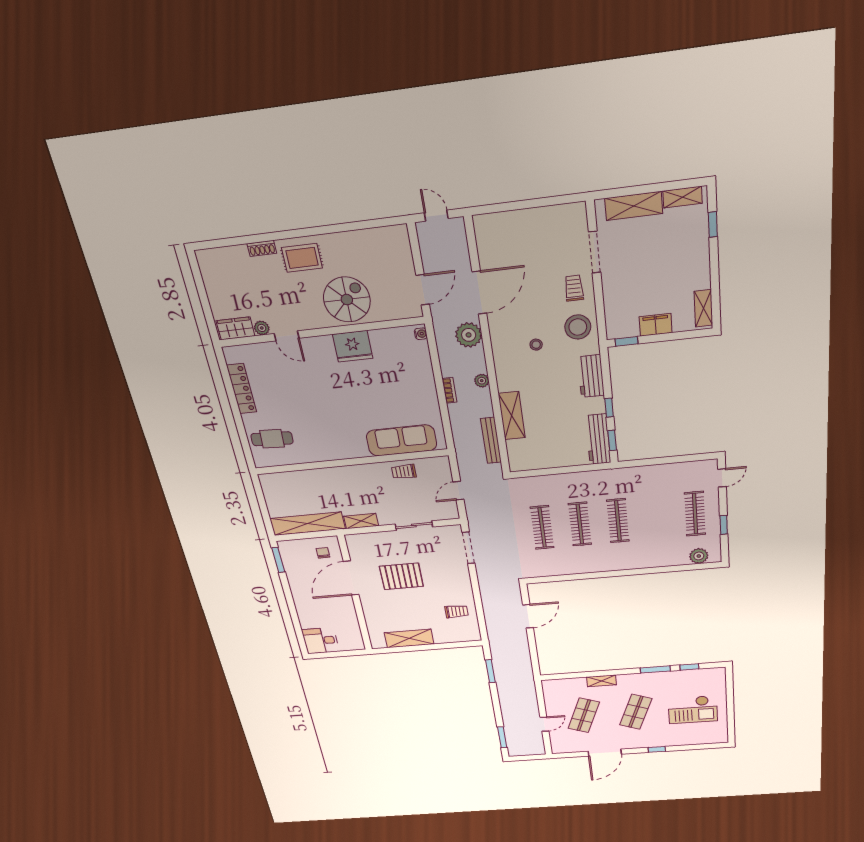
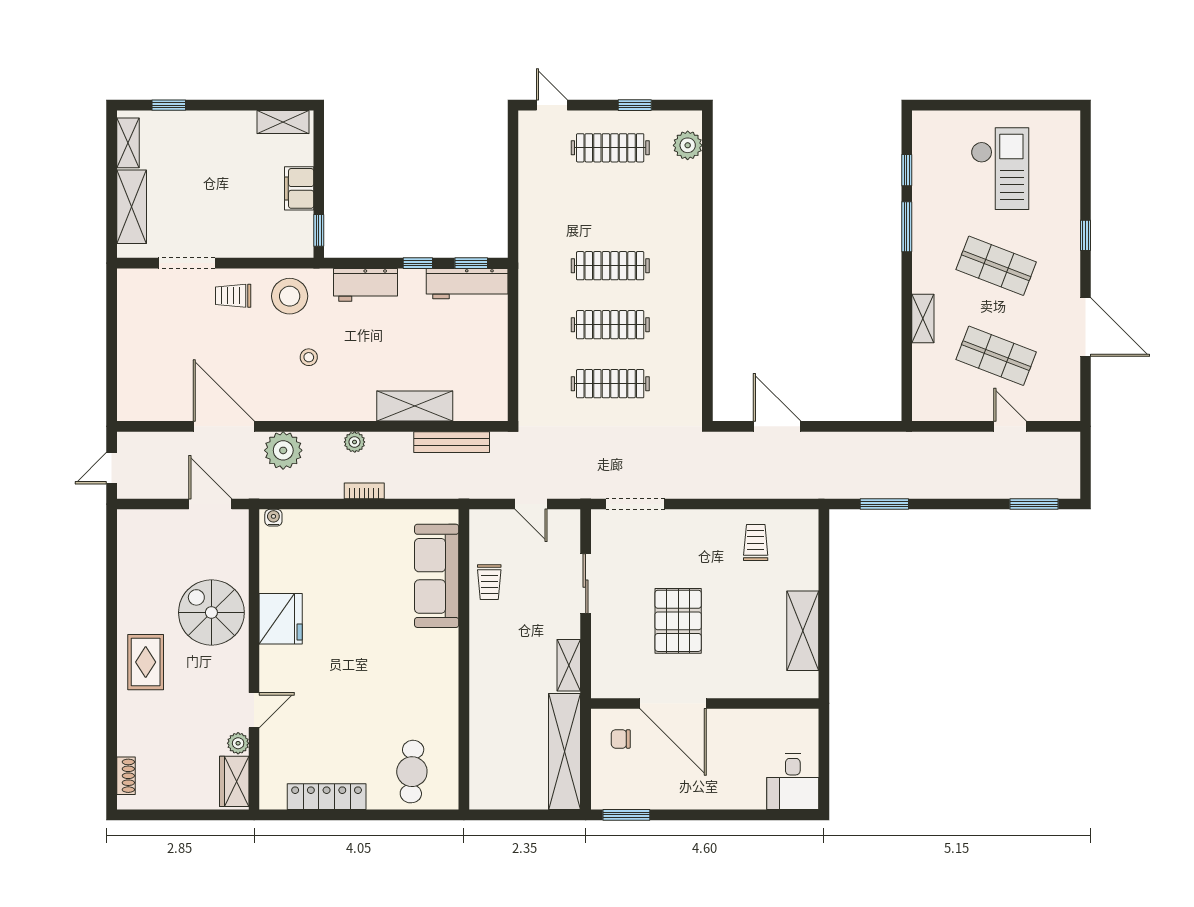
shoe rack: (262, 248) -> (126, 776), moved

